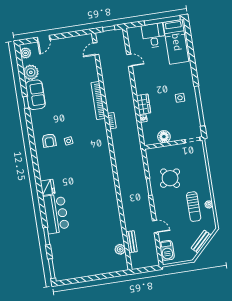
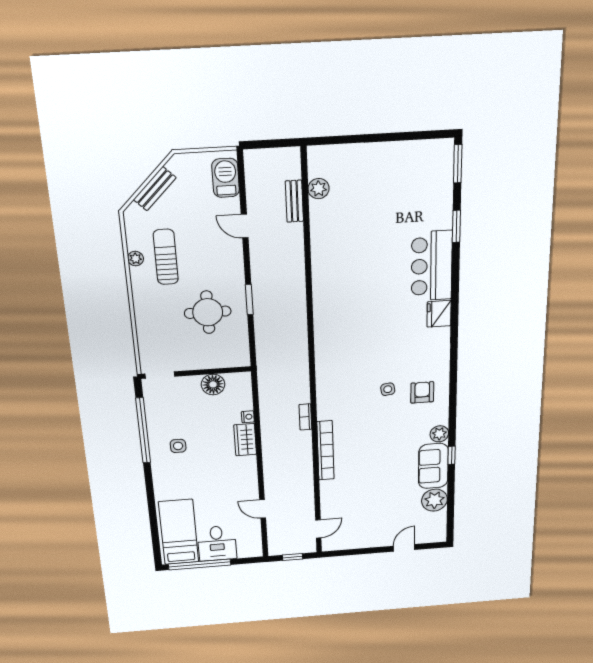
plant: (26, 53) -> (439, 434), moved
round table: (170, 178) -> (208, 312), turned 36

